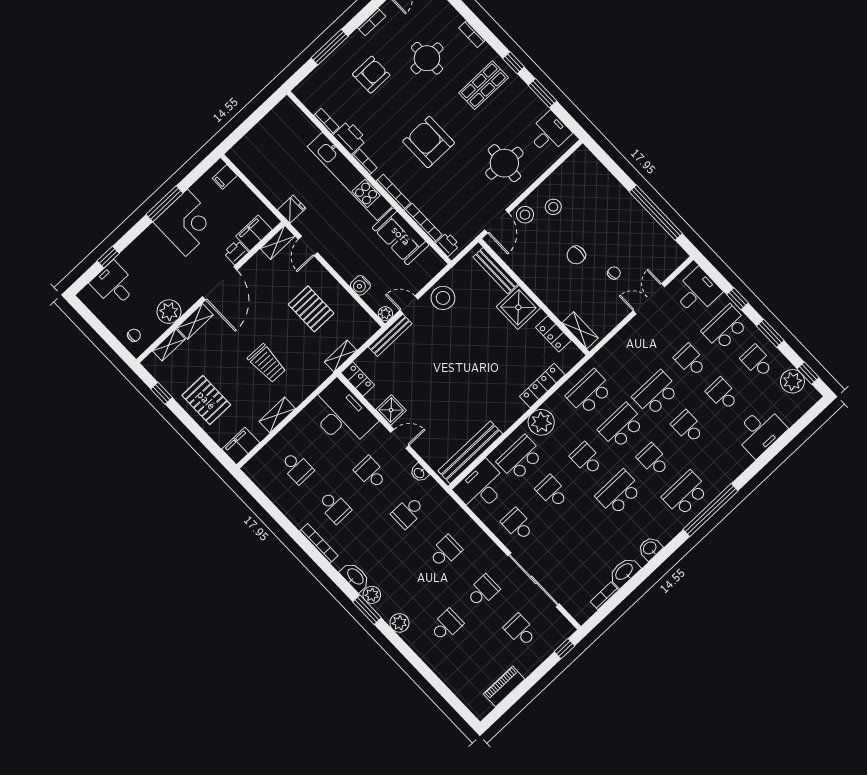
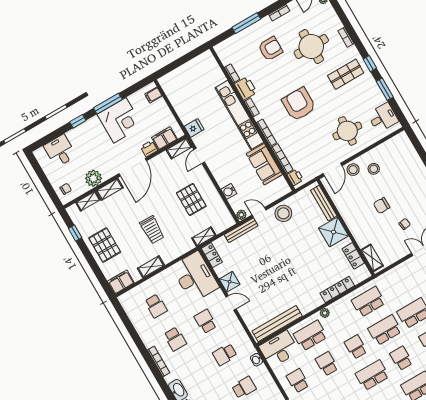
round table: (427, 58) -> (311, 47), width x1.36, depth x1.36
window: (108, 257) -> (78, 121), moved
plant: (541, 422) -> (325, 313), width x0.53, depth x0.53
washbasin: (419, 473) -> (256, 360), moved

